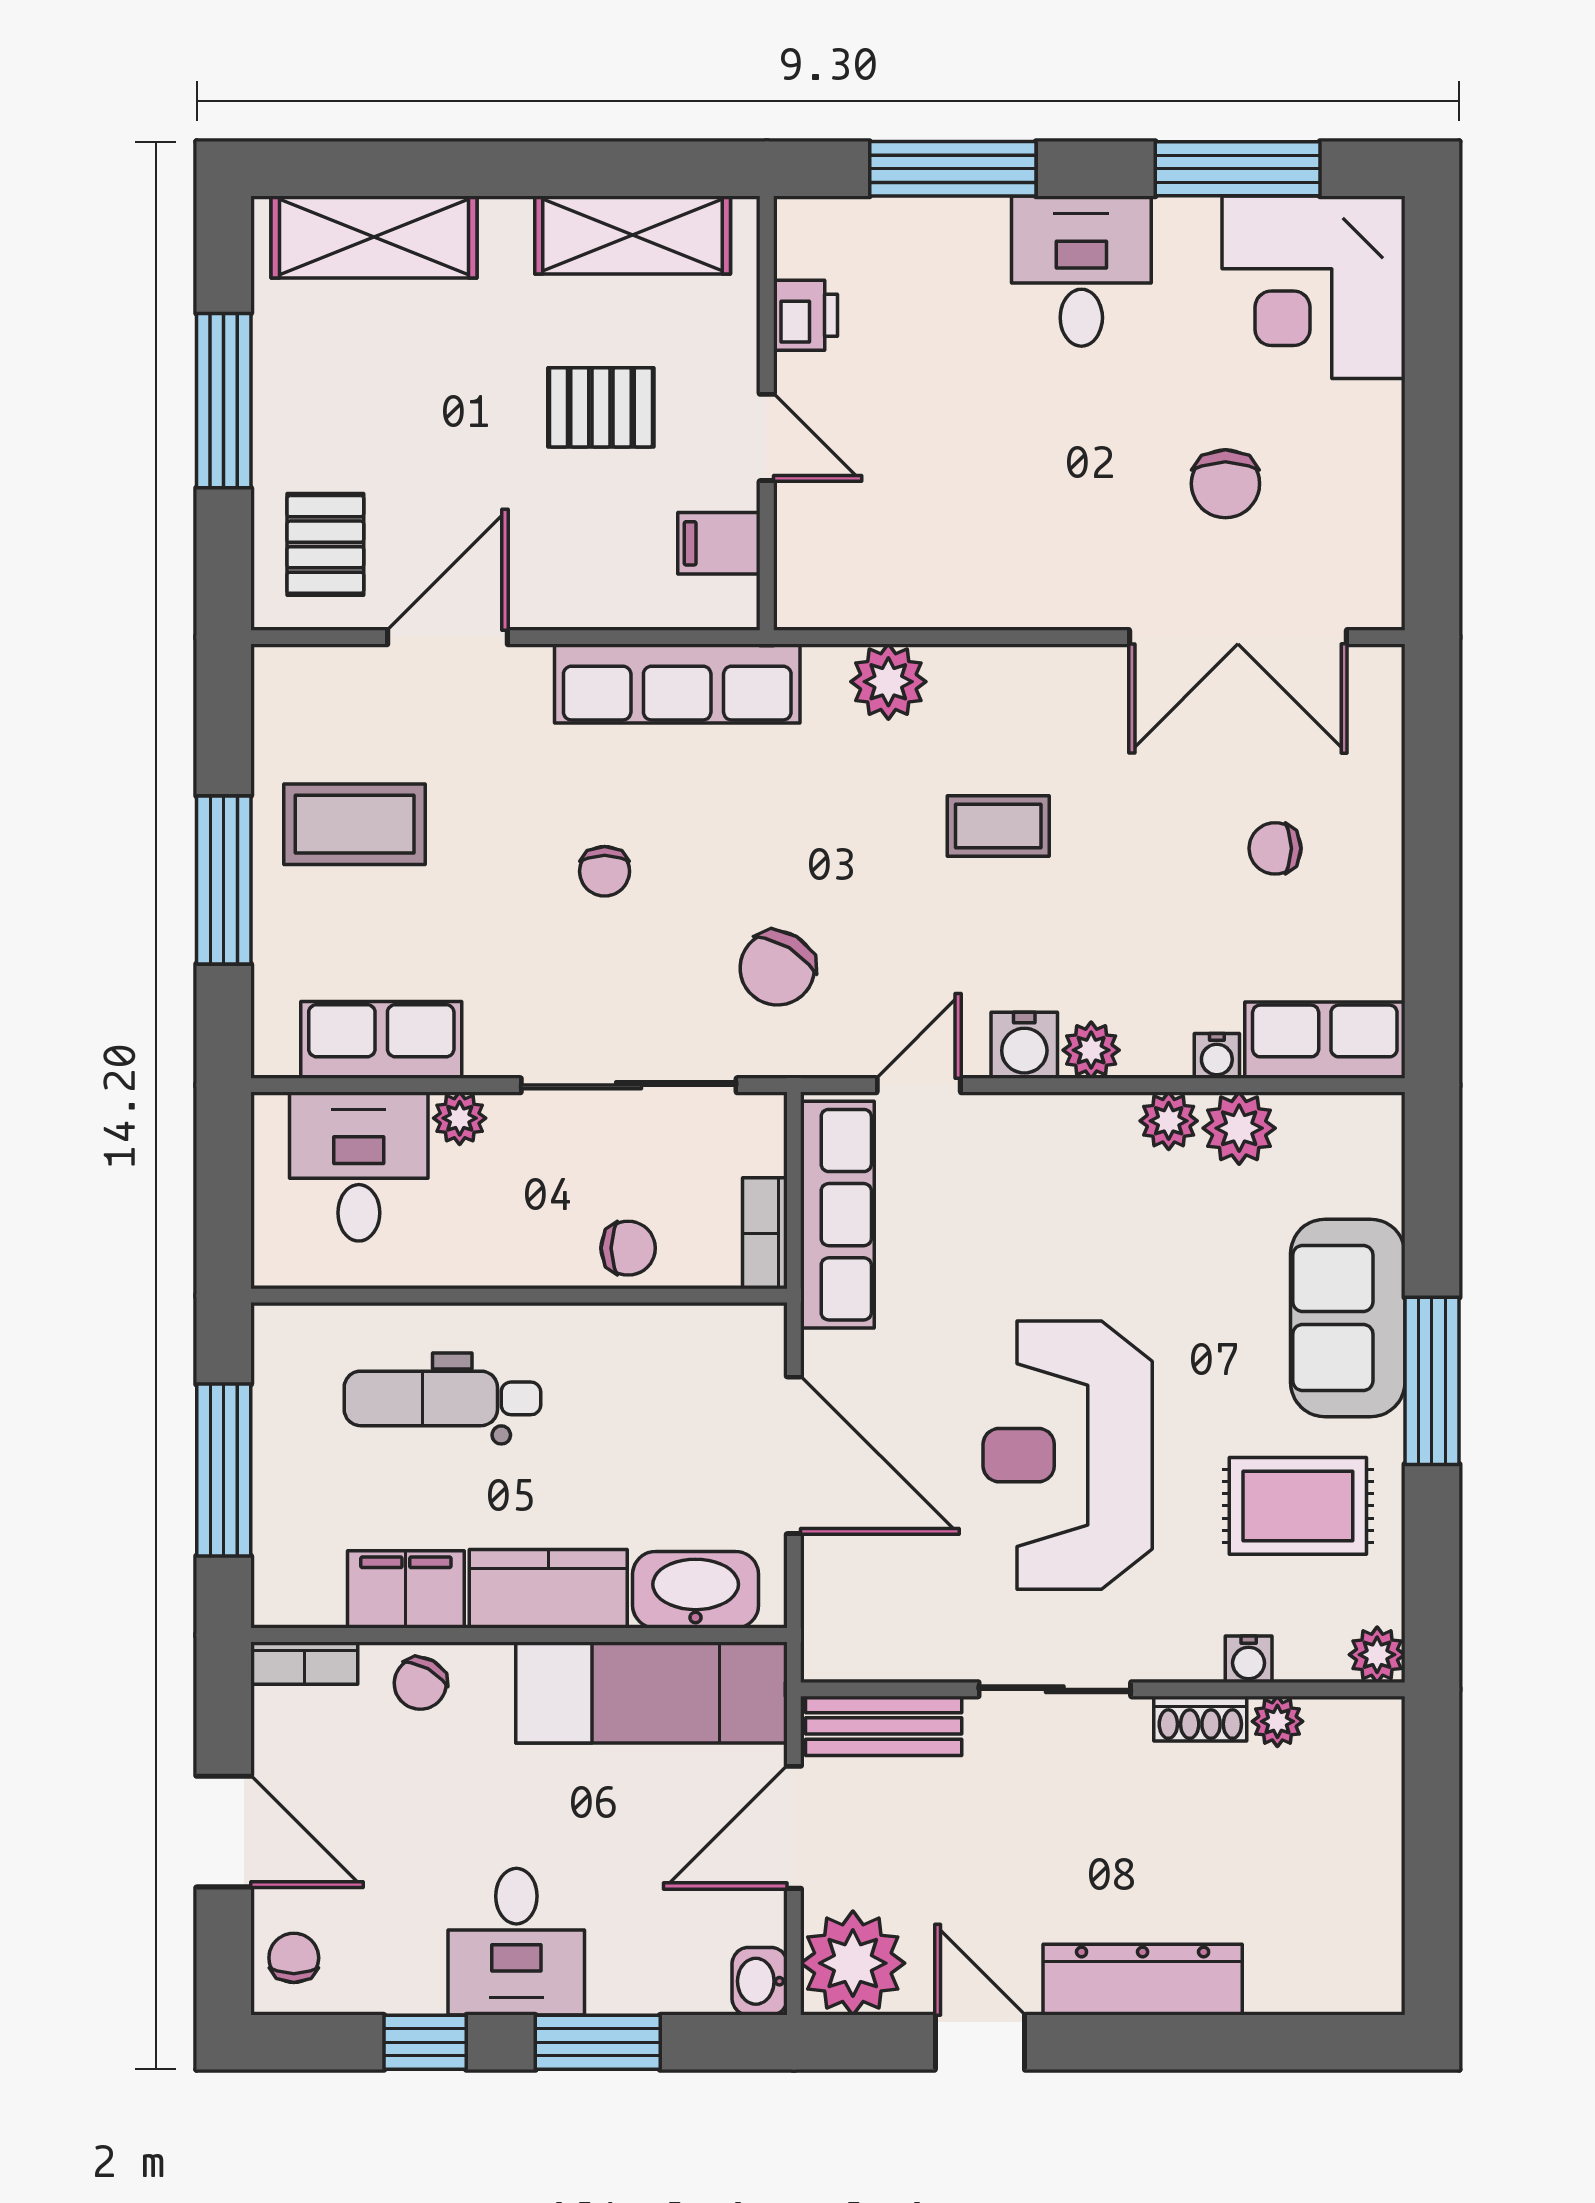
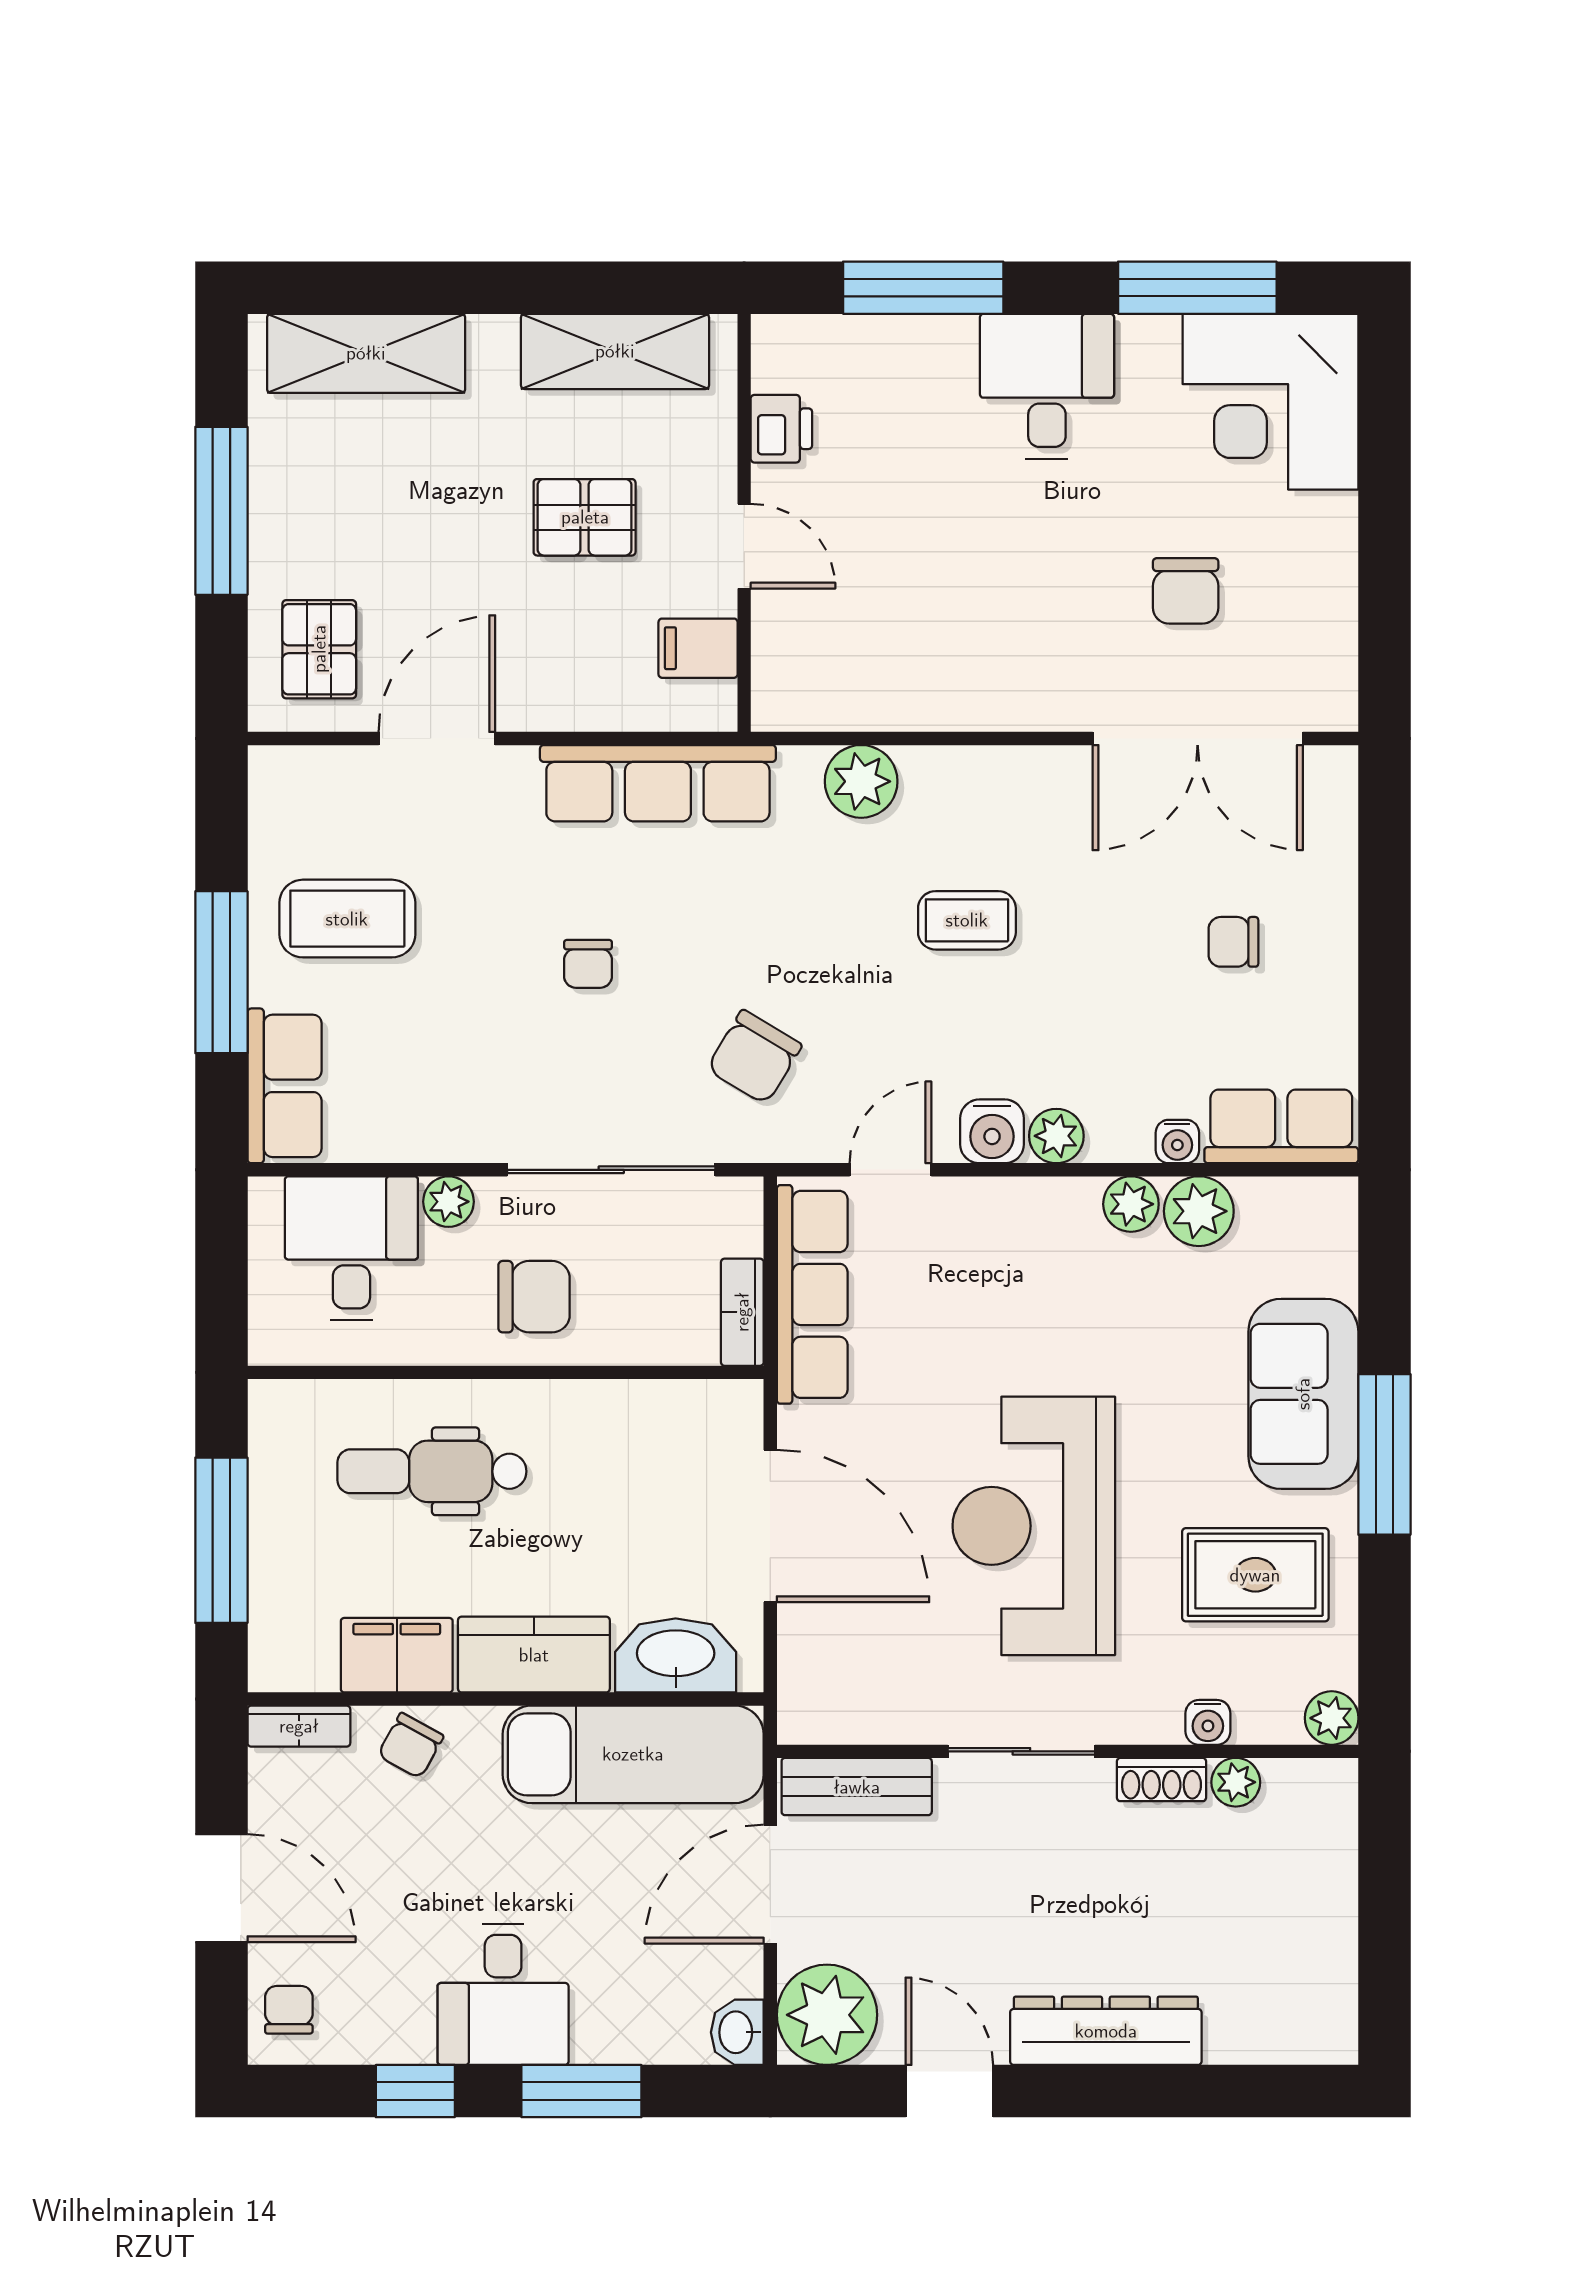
row of seats: (381, 1040) -> (285, 1086), moved, turned 90
chair: (628, 1248) -> (534, 1297), moved, width x1.37, depth x1.37

